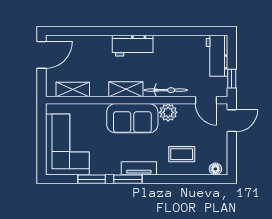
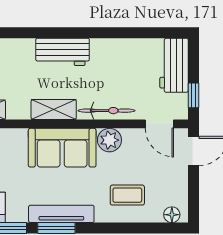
tv unit: (139, 168) -> (61, 214), width x1.41

